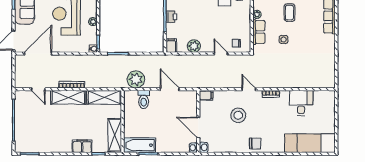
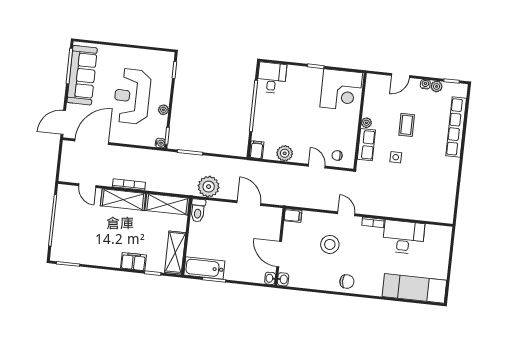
printer: (171, 17) -> (261, 114), removed
toilet: (144, 100) -> (198, 210), moved
desk: (301, 103) -> (403, 237), width x1.37

